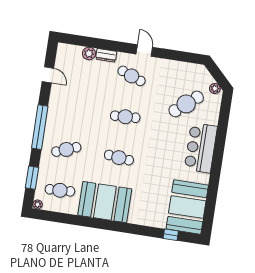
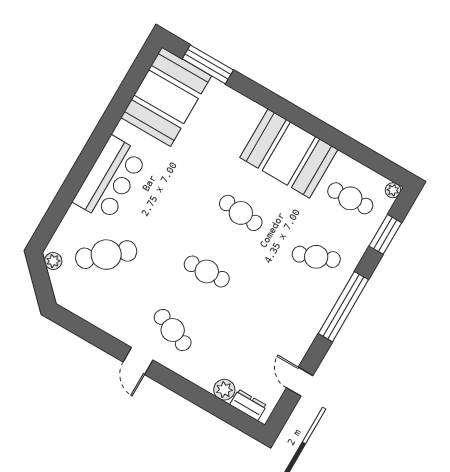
dresser: (106, 55) -> (248, 405), moved
window: (171, 235) -> (208, 64), width x2.17

